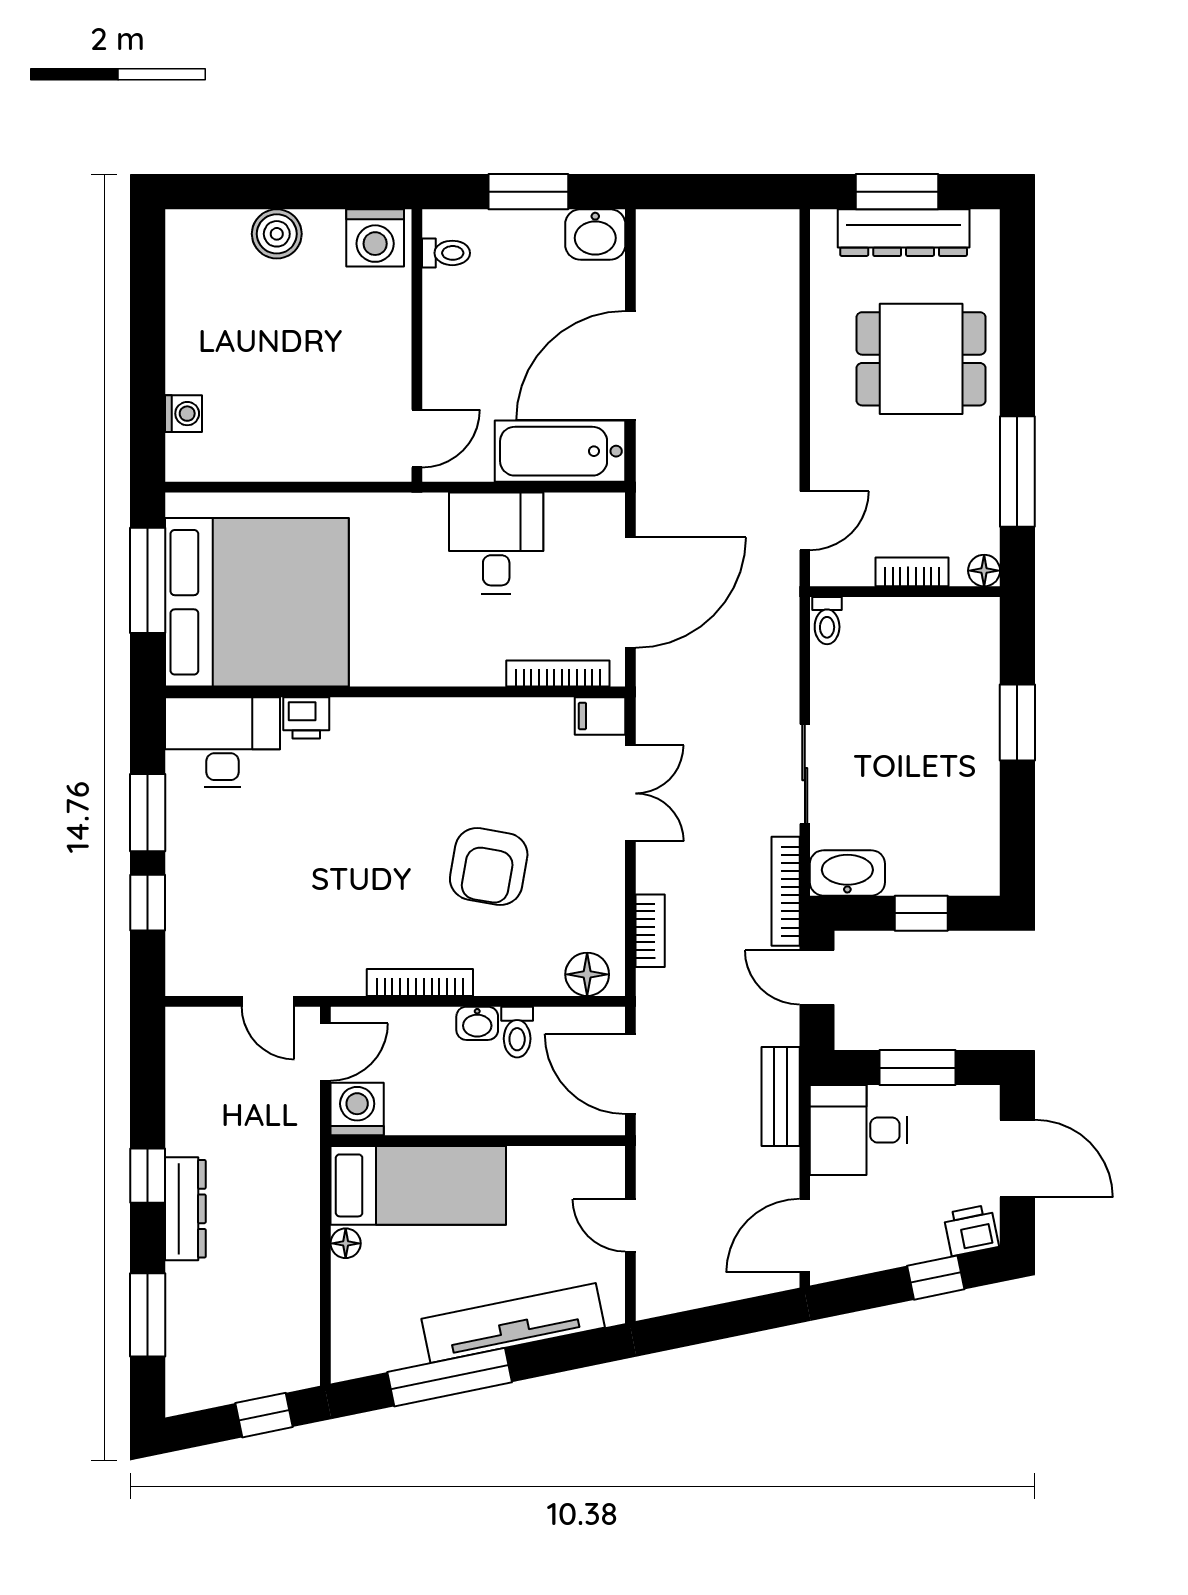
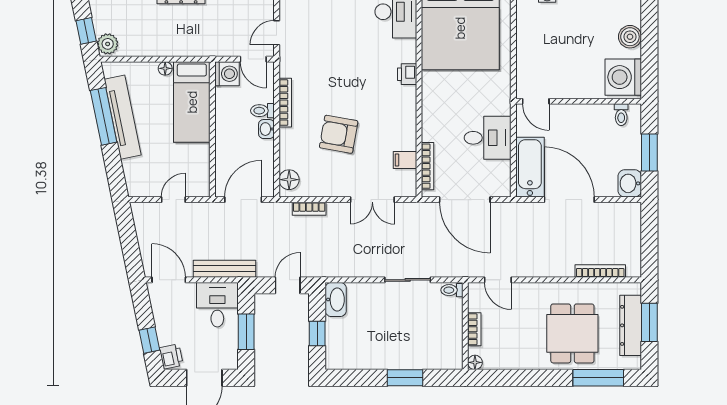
washing machine: (375, 238) -> (623, 77), width x1.37, depth x1.37
window: (1017, 472) -> (598, 378), moved
filing cabinet: (600, 716) -> (405, 160), moved, turned -90
printer: (306, 718) -> (407, 74), moved
sliding door: (805, 774) -> (408, 280), moved
bookcase: (786, 891) -> (600, 271), moved
toilet: (517, 1032) -> (262, 111), moved
bench: (781, 1096) -> (224, 269), width x1.36
tv unit: (513, 1323) -> (123, 117), moved
plant: (292, 1368) -> (108, 44), added

